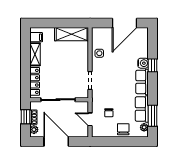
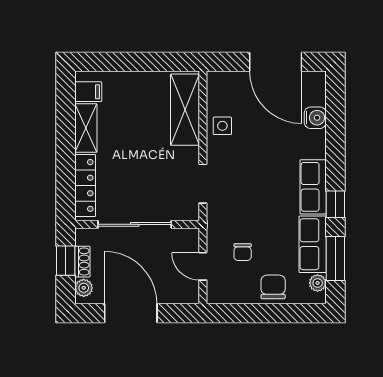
door: (124, 23) -> (276, 62), hinge flipped
shelving: (72, 34) -> (185, 110), moved, turned 90
water cooler: (143, 63) -> (315, 118), moved
window: (153, 65) -> (335, 204), moved

